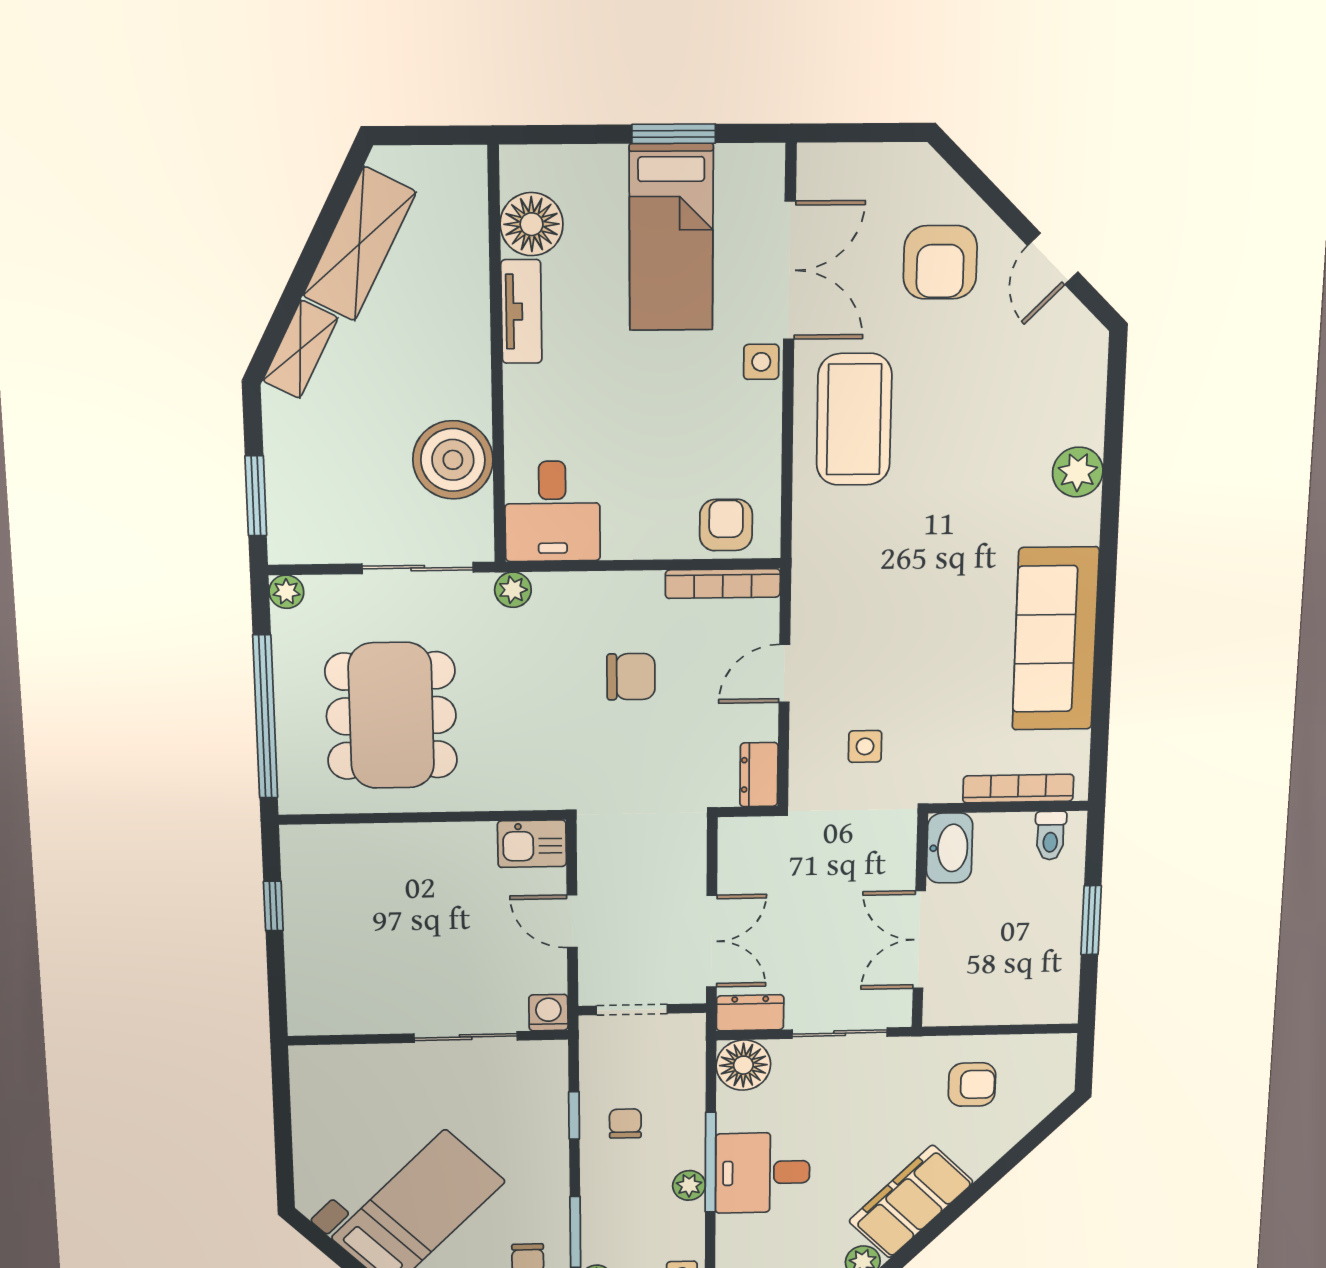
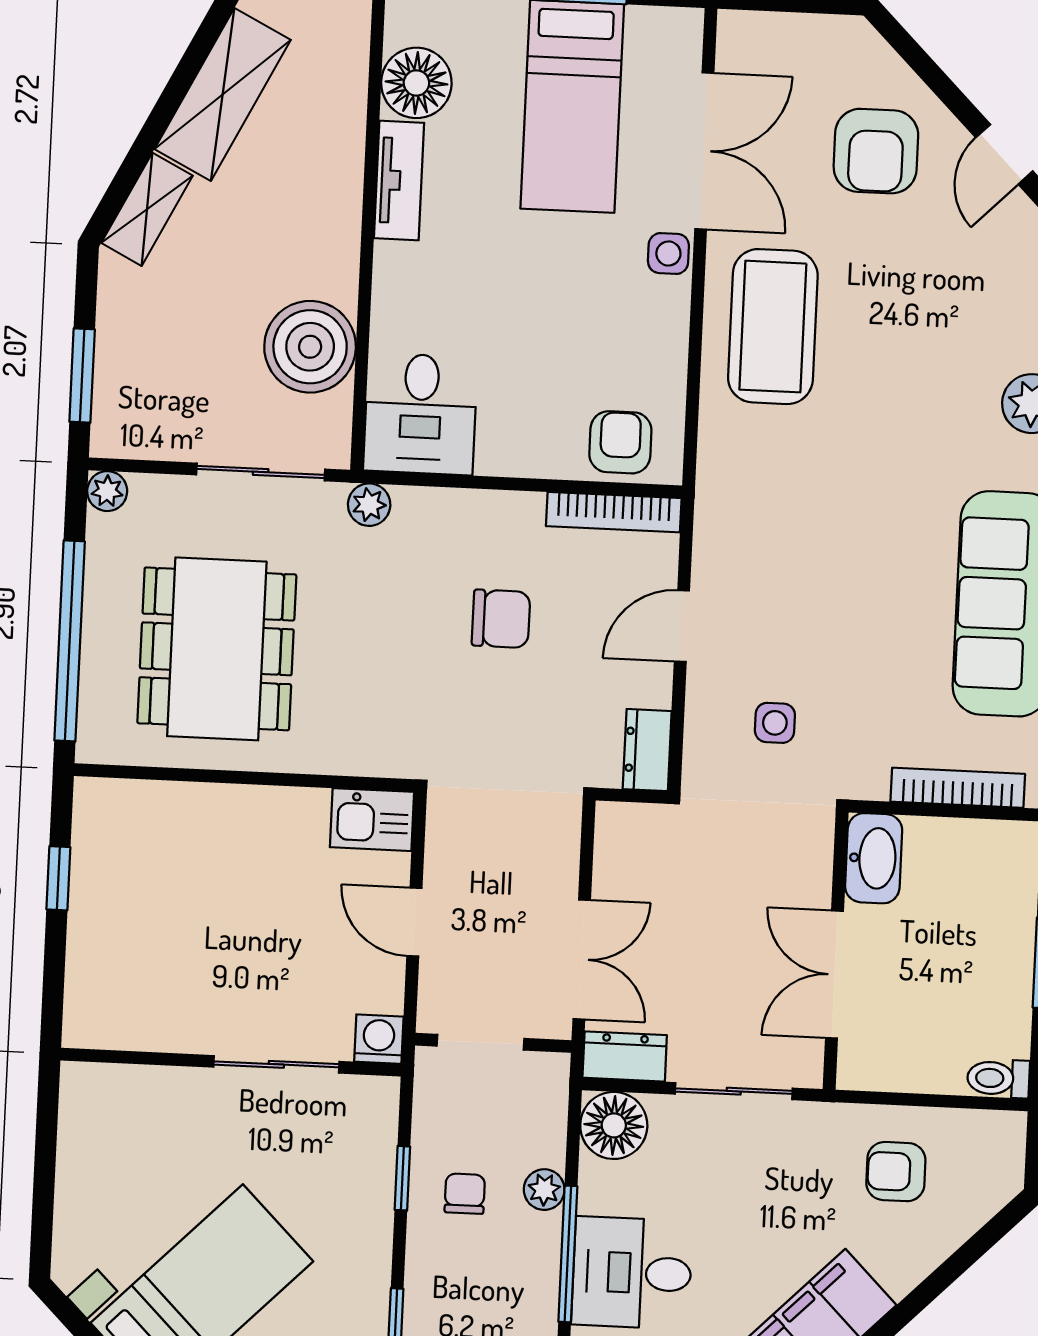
toilet: (1050, 836) -> (998, 1078), moved, turned 90
armchair: (972, 1085) -> (896, 1172), turned 180
plant: (689, 1185) -> (544, 1190), moved

